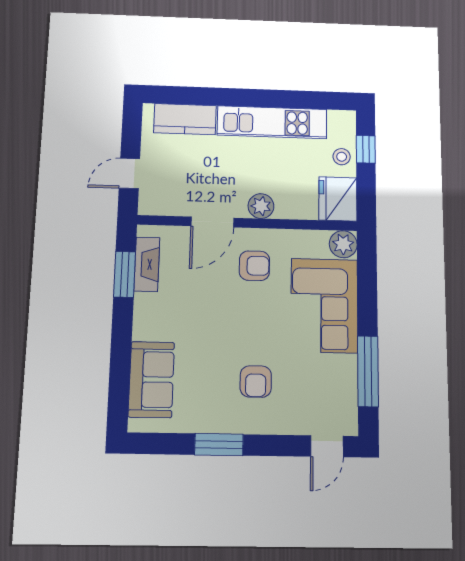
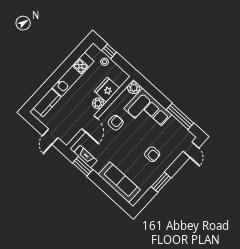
fridge: (338, 199) -> (107, 90), moved, turned 90
sofa: (151, 379) -> (119, 182), width x1.36

